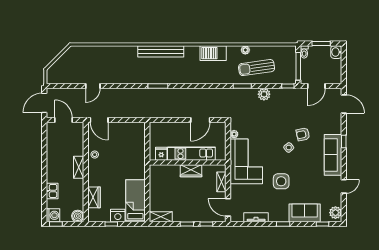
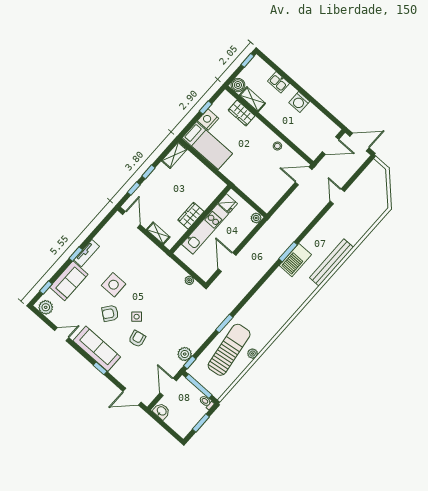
bench: (161, 51) -> (331, 262), moved
washbasin: (336, 52) -> (161, 411), moved
barbecue: (213, 53) -> (295, 260), moved, turned 180
sun lounger: (257, 68) -> (229, 350), width x1.36, depth x1.34
plant: (264, 94) -> (185, 354), moved
door: (44, 103) -> (360, 142), hinge flipped
plant: (154, 127) -> (256, 218), added
corner sofa: (246, 161) -> (157, 270), removed
shelving: (79, 167) -> (252, 99), moved
armchair: (302, 167) -> (110, 313), added
door: (344, 186) -> (62, 334), swing flipped
door: (228, 207) -> (131, 220), hinge flipped
washing machine: (53, 215) -> (299, 102), moved
tv unit: (256, 217) -> (87, 253), moved

